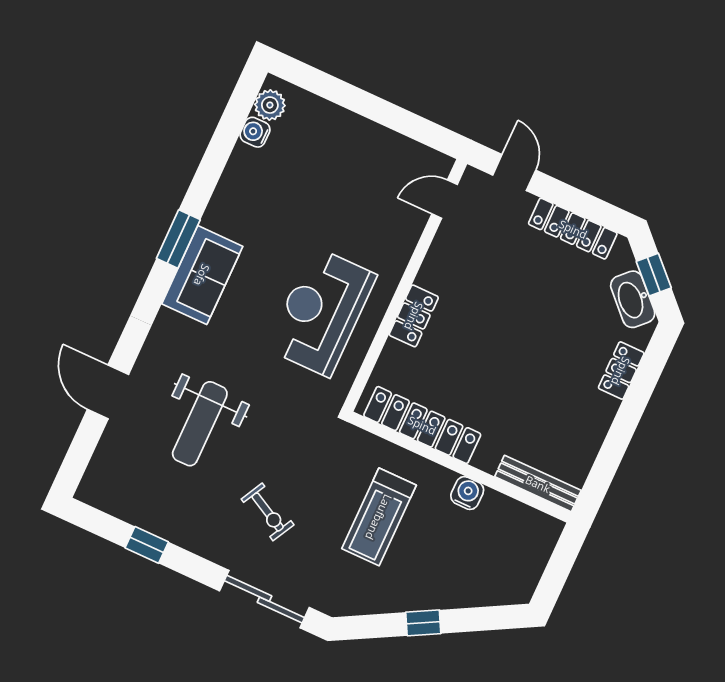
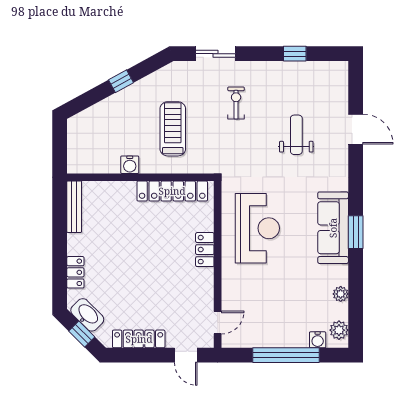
window: (365, 104) -> (286, 355), added
water cooler: (255, 132) -> (318, 340), moved, turned 90
plant: (243, 158) -> (341, 294), added
sofa: (202, 275) -> (333, 228), width x1.36
weight bench: (200, 424) -> (296, 135), width x0.73, depth x0.75
bench: (538, 484) -> (74, 207), moved, turned 90
exercise bike: (268, 512) -> (236, 103), turned 62
sliding door: (264, 599) -> (215, 54), width x0.73

